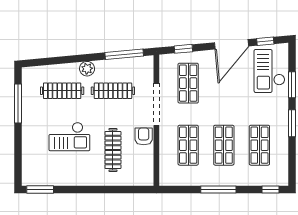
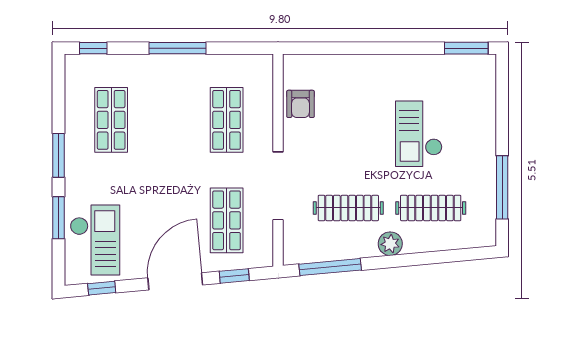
door: (231, 44) -> (175, 281), moved
armchair: (144, 136) -> (300, 104), moved
checkout: (69, 137) -> (419, 134), turned -90
shop shelf: (224, 145) -> (169, 120), removed
clothes rail: (113, 150) -> (348, 112), removed

